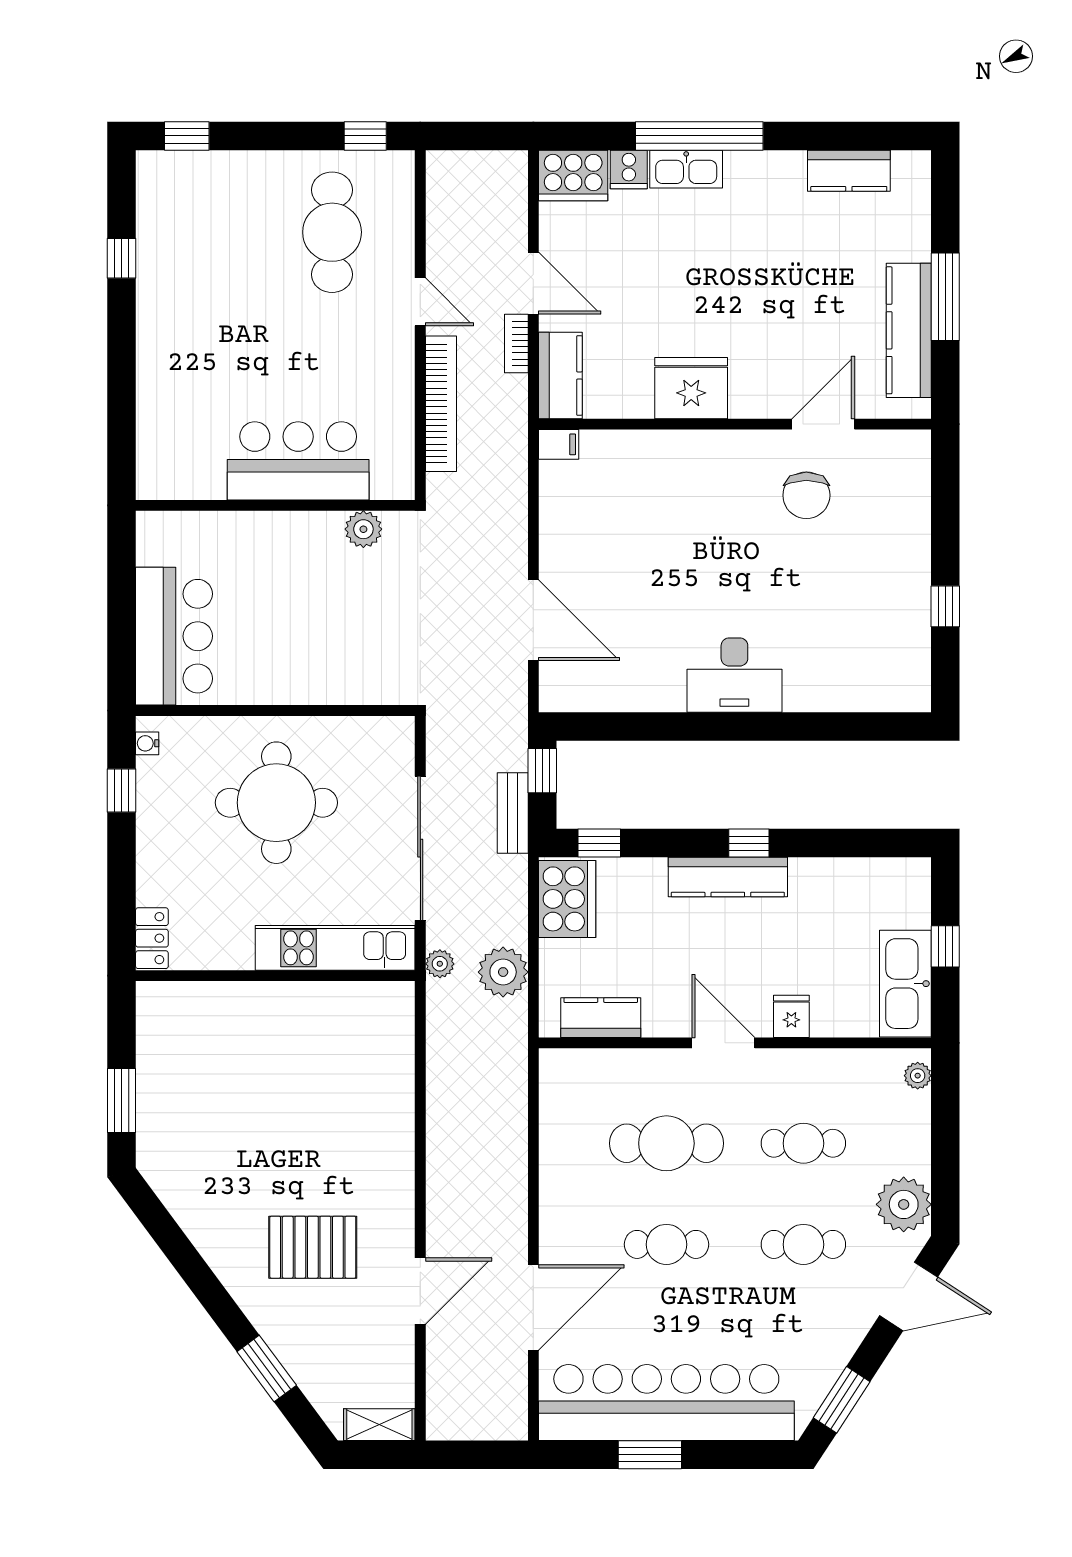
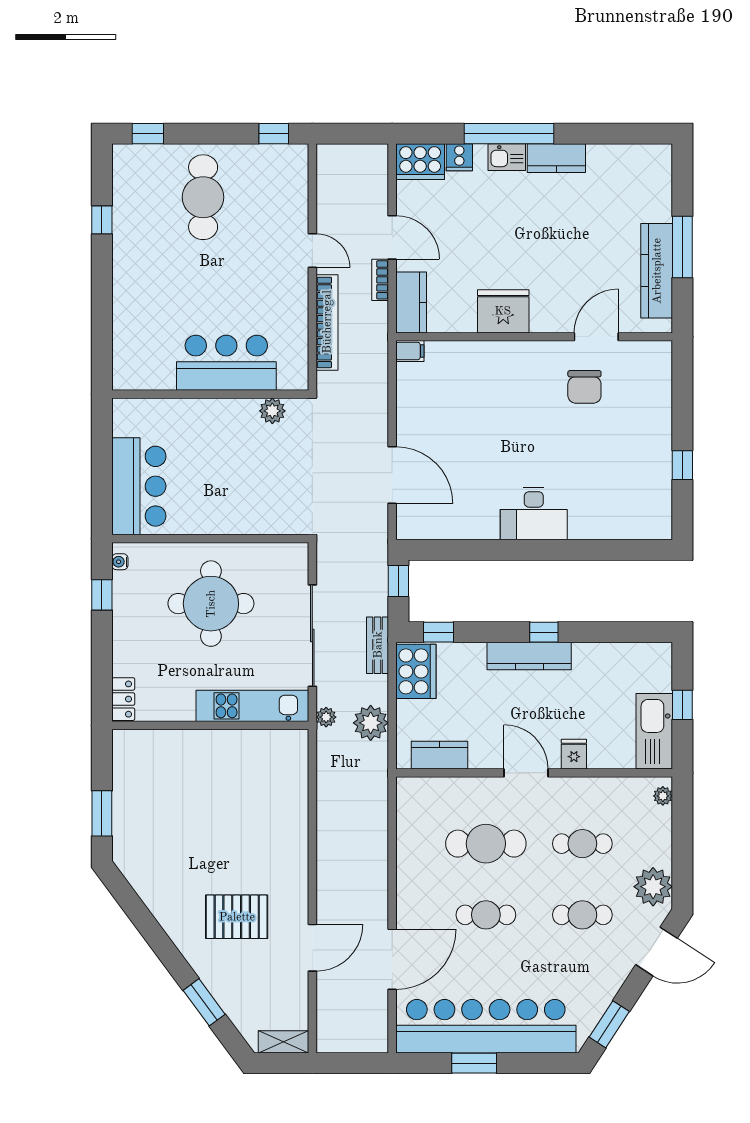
kitchen sink: (686, 169) -> (507, 157), width x0.73
kitchen counter: (849, 171) -> (556, 158), moved
cafe table: (332, 232) -> (203, 197), moved
bench: (513, 813) -> (378, 645), moved

